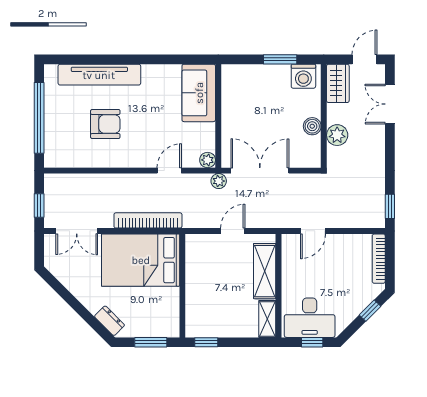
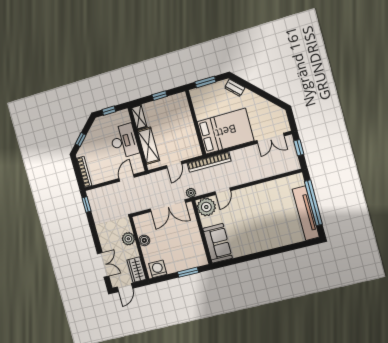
window: (280, 59) -> (188, 272), moved
tv unit: (99, 75) -> (306, 213), moved, turned -90
armchair: (105, 124) -> (270, 210), removed
plant: (208, 160) -> (206, 207), width x1.87, depth x1.87
bookcase: (148, 220) -> (209, 162), moved
double door: (77, 231) -> (270, 138), swing flipped
desk: (310, 318) -> (124, 141), moved, turned 90
window: (206, 342) -> (160, 96), moved

